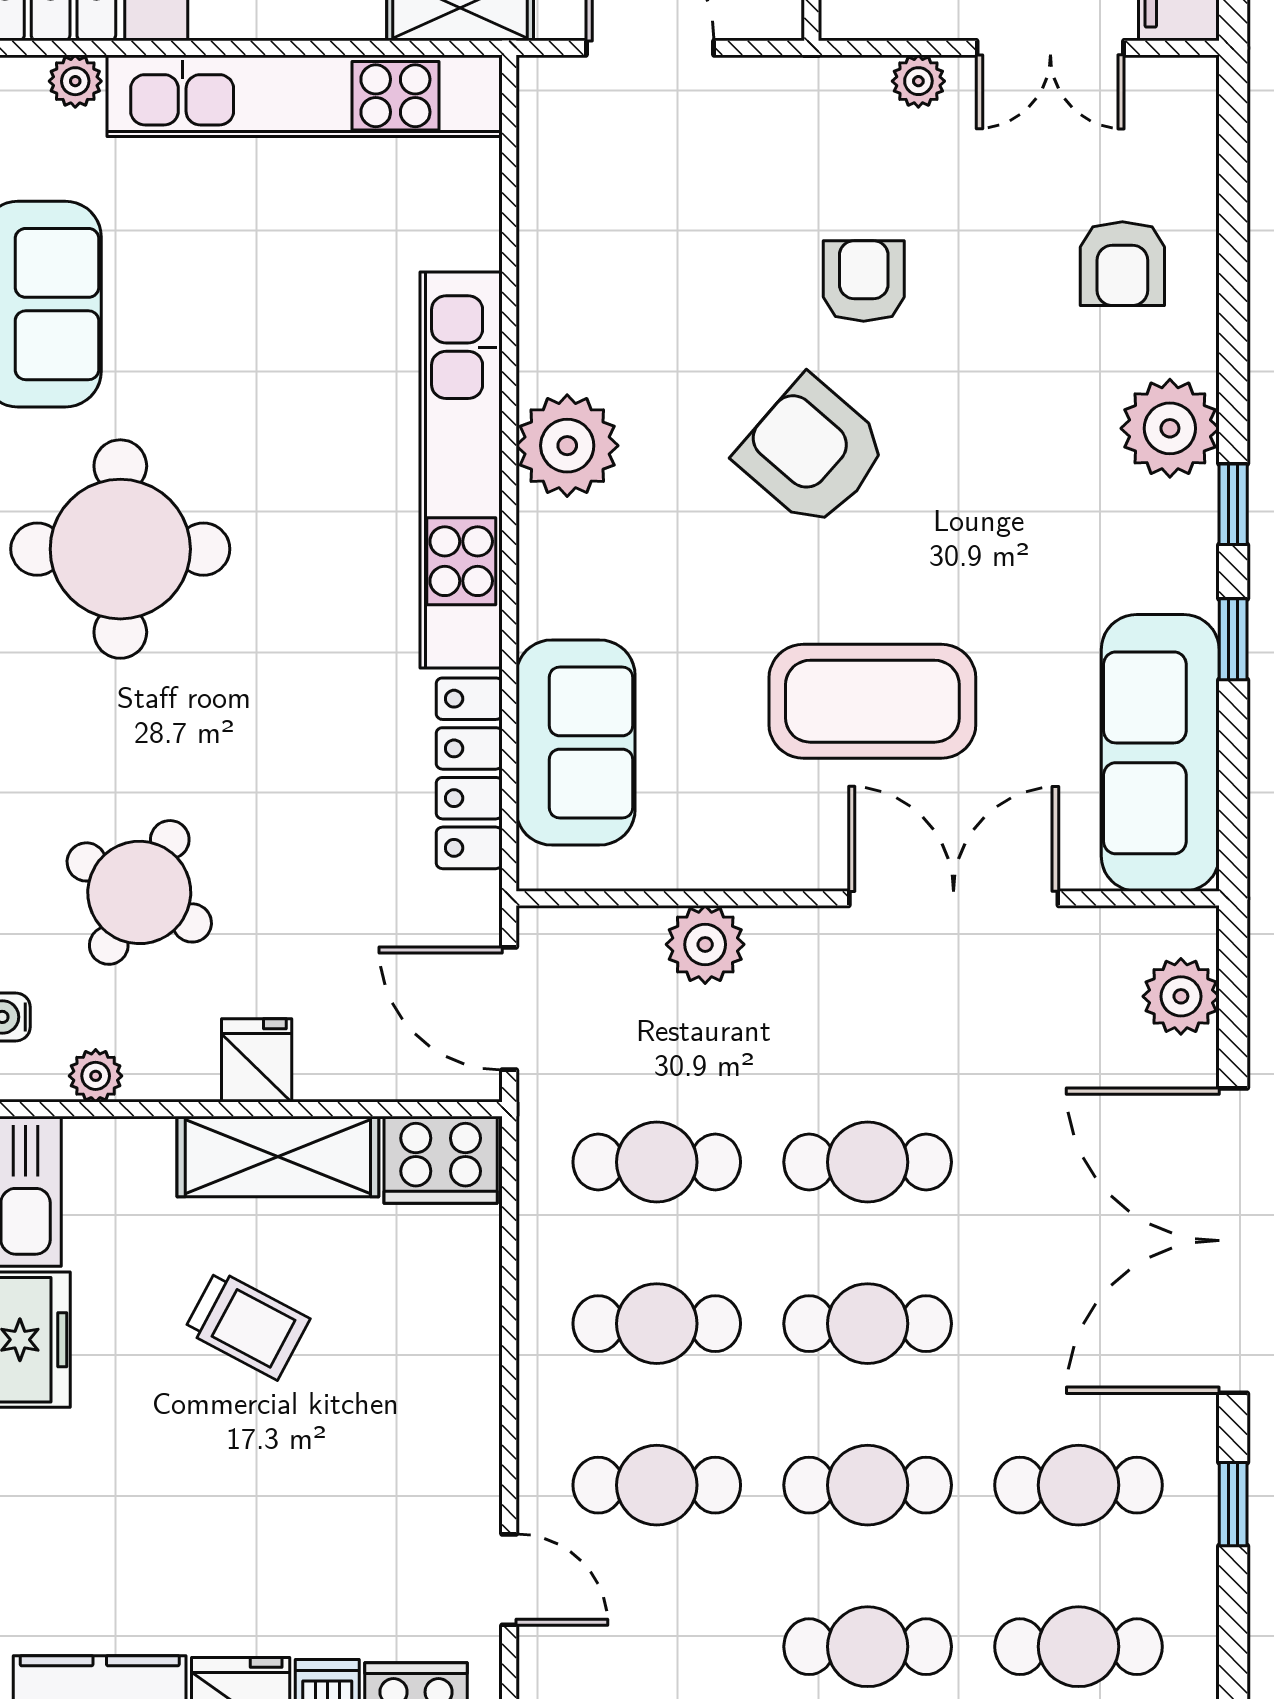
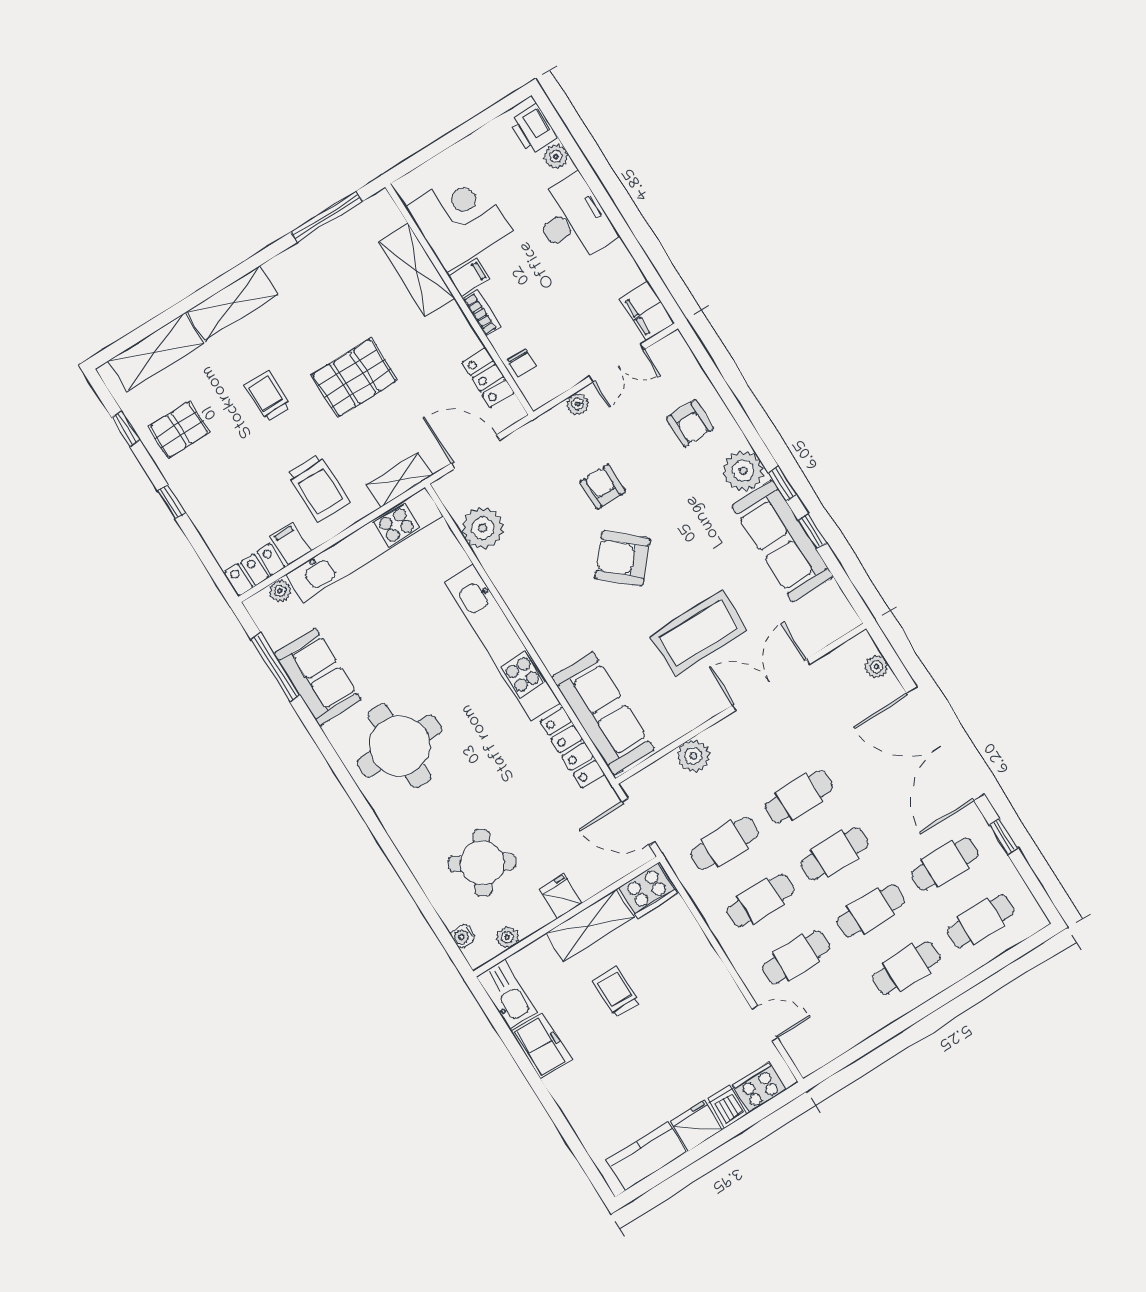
plant: (567, 446) -> (483, 528), moved
sofa: (576, 743) -> (603, 713), width x1.36
sofa: (1160, 753) -> (783, 541), moved
plant: (1181, 996) -> (877, 667), width x0.73, depth x0.73
trolley: (247, 1325) -> (616, 992), turned -118

